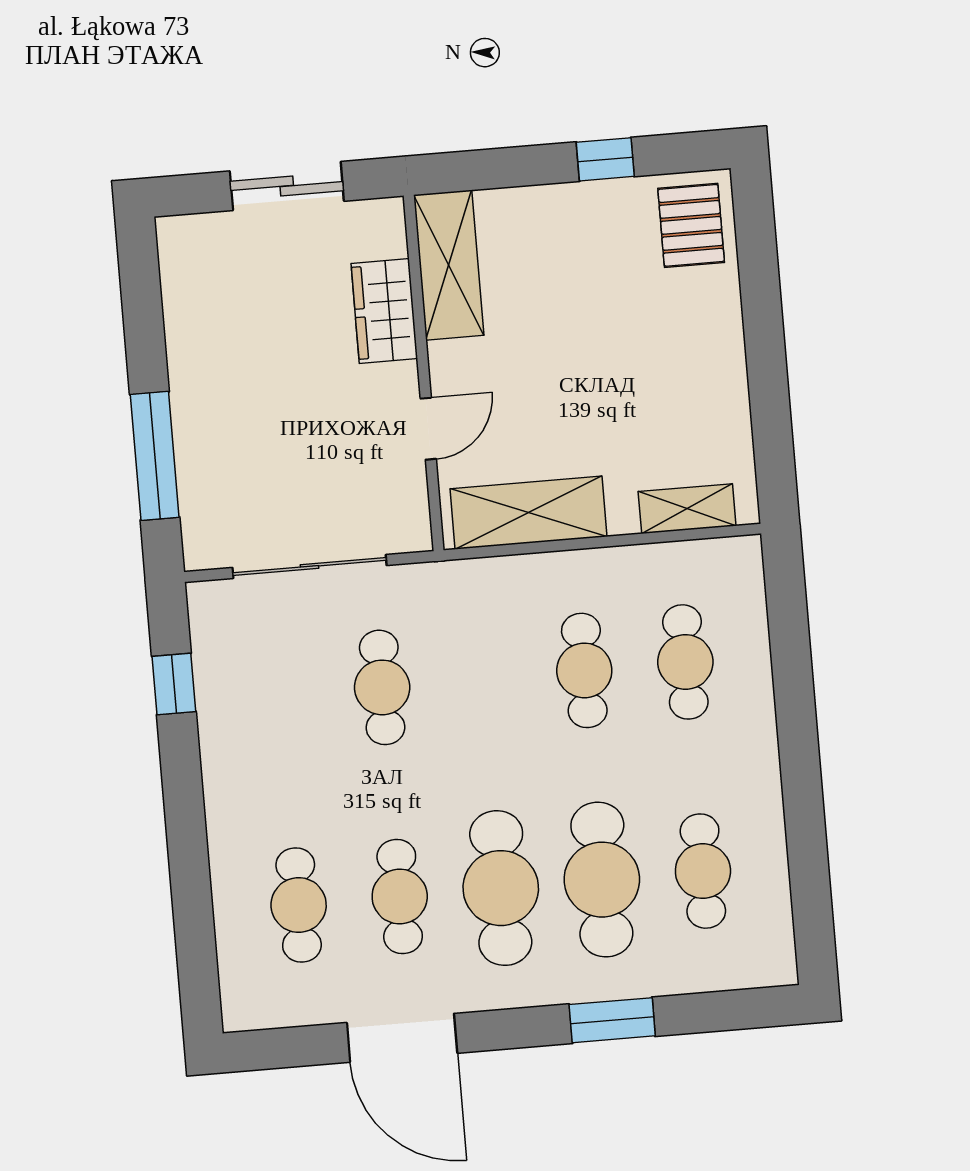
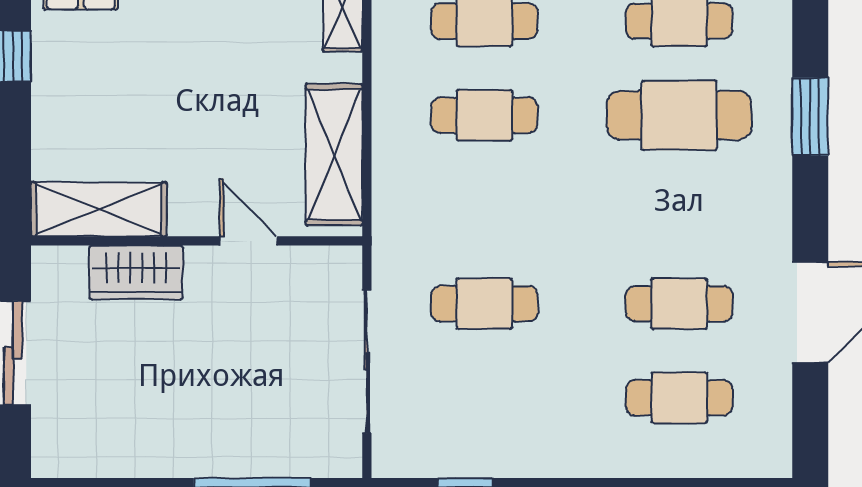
cafe table: (501, 888) -> (679, 209), removed

